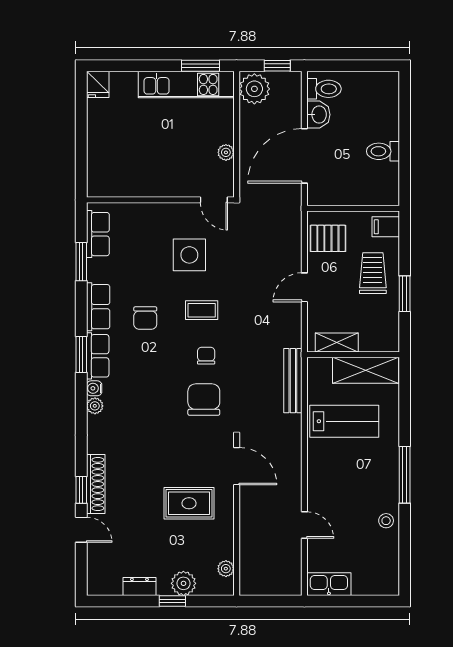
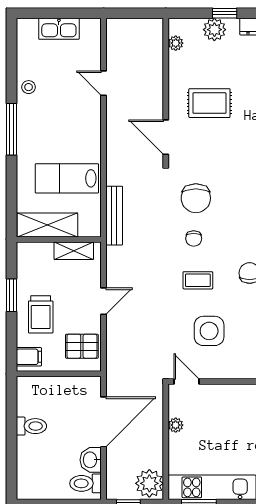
kitchen sink: (329, 584) -> (59, 29), moved

